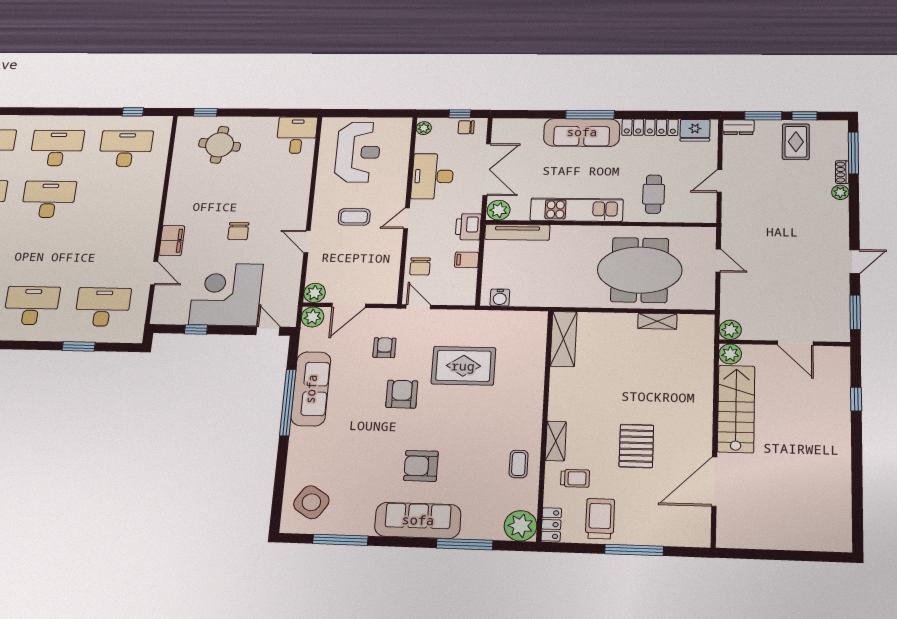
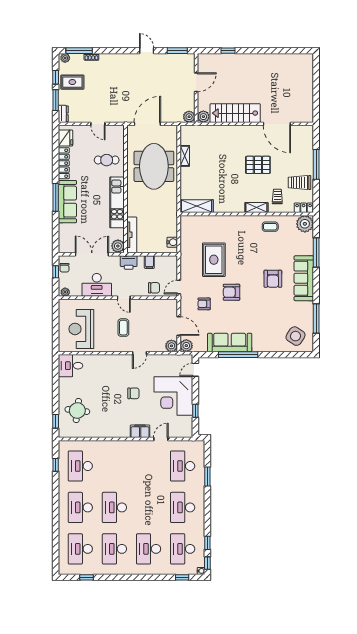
reception desk: (358, 152) -> (81, 329), turned -90
plant: (840, 192) -> (65, 58), moved
door: (718, 260) -> (147, 124), width x1.88

